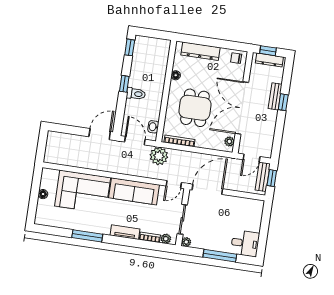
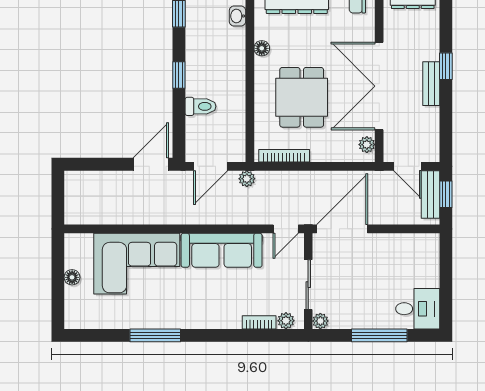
toilet: (136, 94) -> (201, 106), moved
bench: (275, 96) -> (431, 84), moved
washbasin: (153, 127) -> (237, 16), moved
door: (135, 141) -> (211, 166), swing flipped
plant: (159, 156) -> (247, 179), width x0.53, depth x0.53
door: (252, 158) -> (407, 166), hinge flipped
tv unit: (125, 232) -> (217, 320), removed

